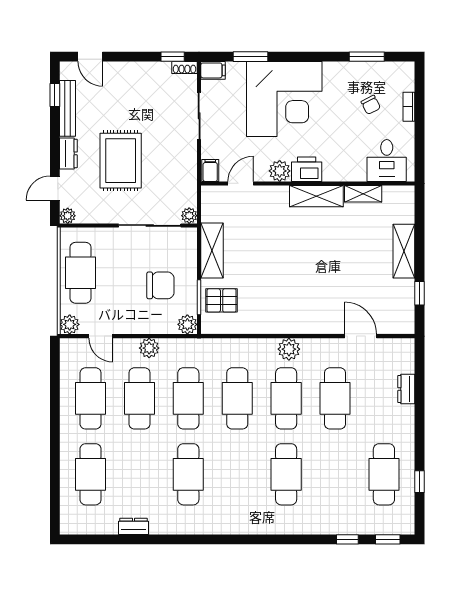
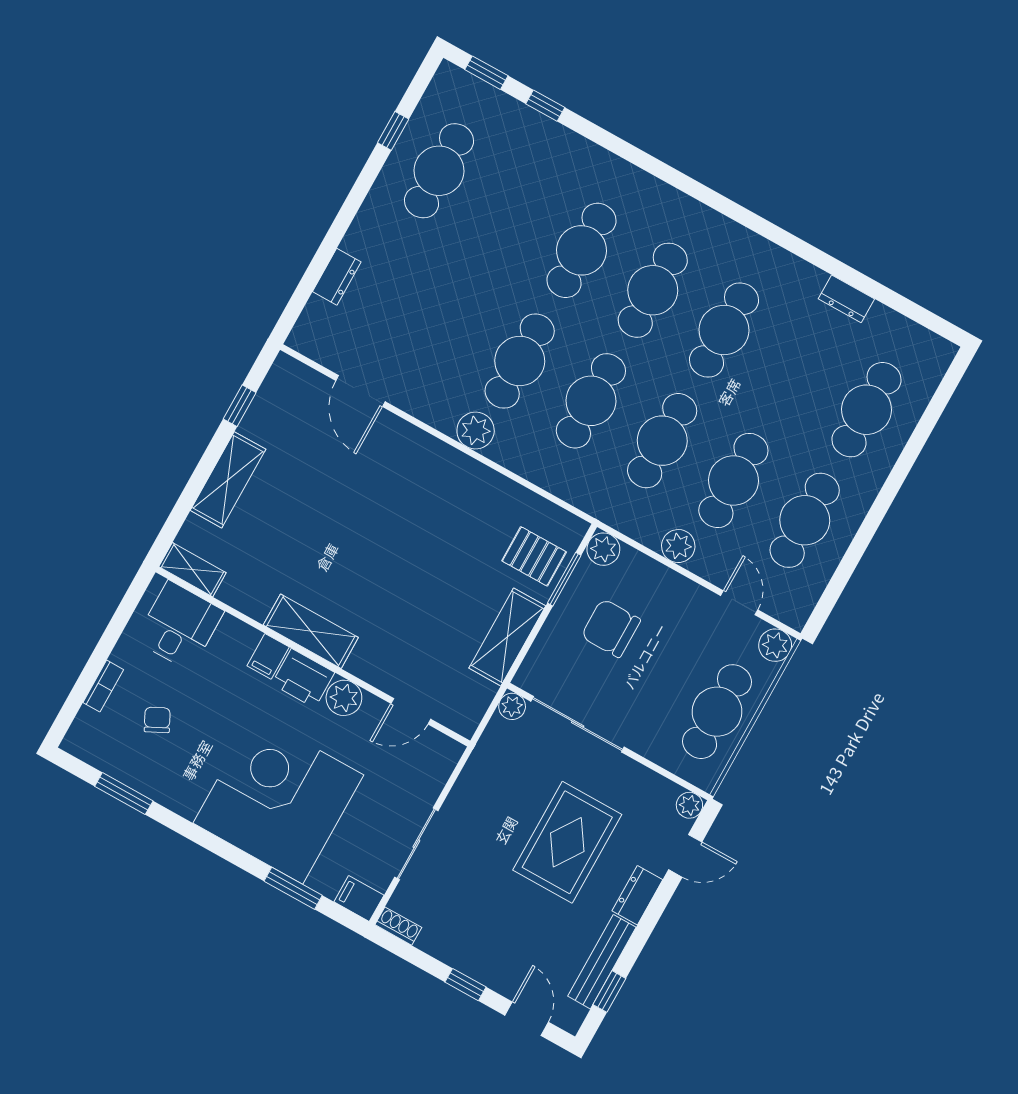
window: (173, 57) -> (466, 985), moved
filing cabinet: (210, 170) -> (268, 656), moved
shelving: (363, 194) -> (192, 570), moved
cafe table: (335, 398) -> (653, 290), moved

